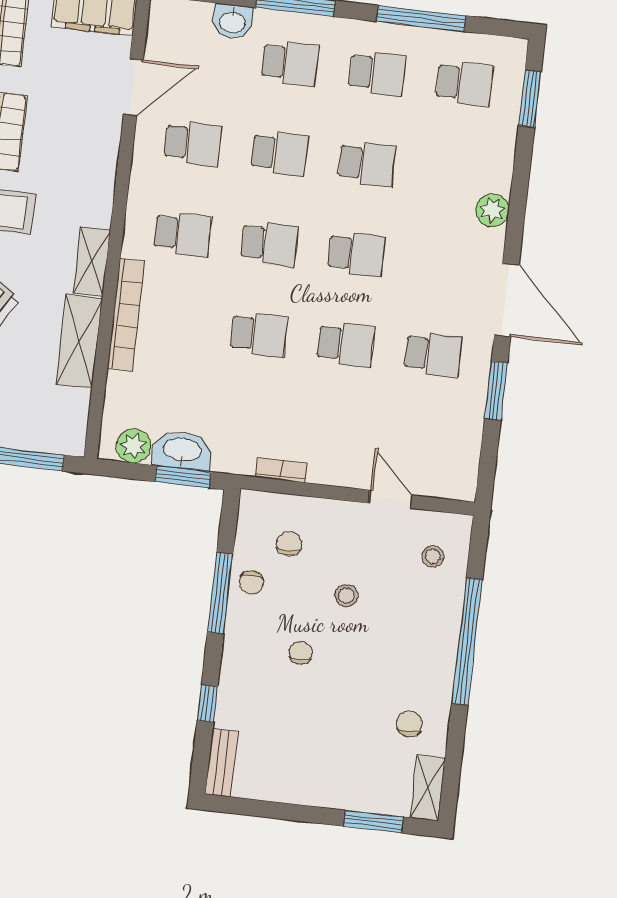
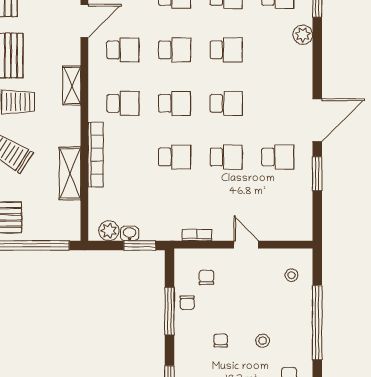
plant: (492, 210) -> (303, 35), moved
shelving: (92, 261) -> (72, 86), moved
door: (507, 300) -> (317, 120), hinge flipped
washbasin: (182, 451) -> (130, 233), width x0.52, depth x0.69
door: (390, 499) -> (246, 245), moved
stool: (346, 596) -> (263, 341), moved

